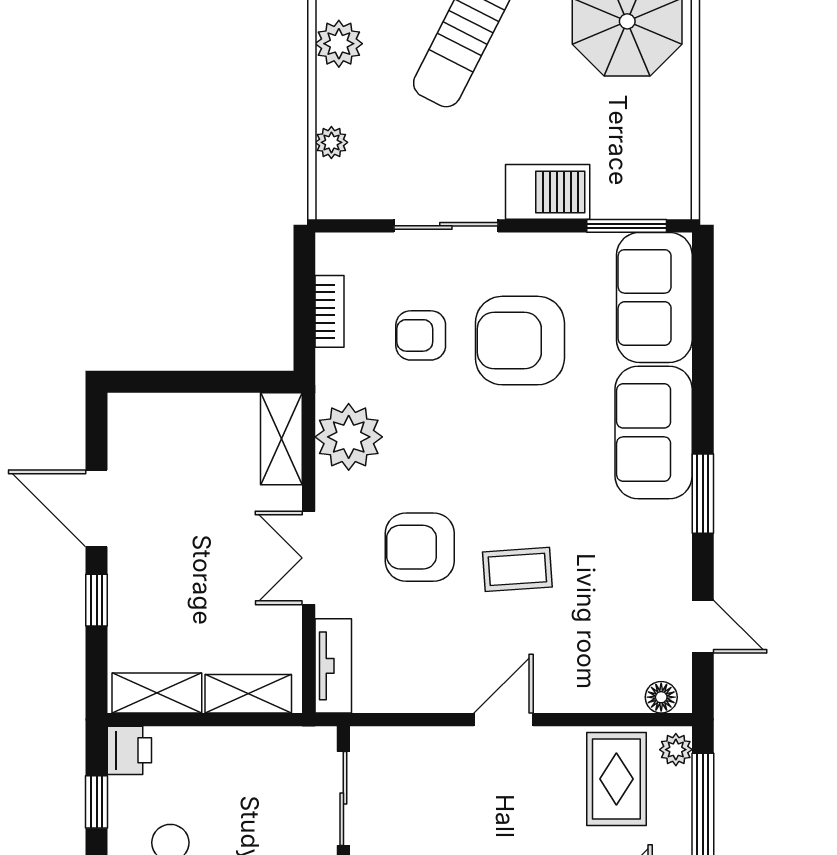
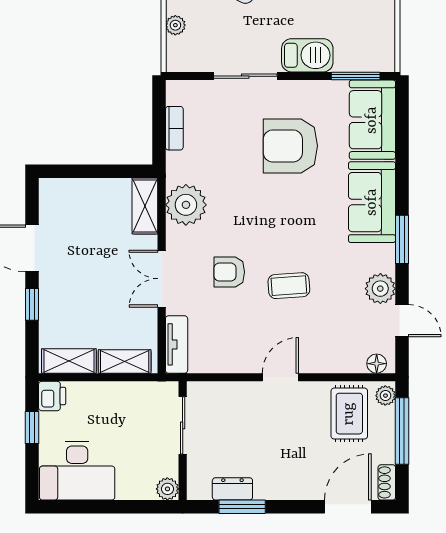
armchair: (421, 335) -> (230, 143), removed
armchair: (420, 547) -> (229, 272), width x0.72, depth x0.72
plant: (667, 574) -> (380, 289), added

